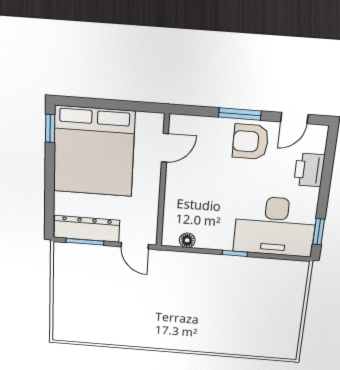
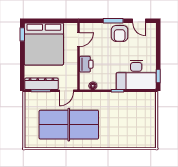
door: (294, 118) -> (139, 21), hinge flipped
armchair: (251, 142) -> (120, 33), turned -90
printer: (309, 170) -> (86, 64), moved, turned 180
door: (135, 246) -> (66, 91), hinge flipped
table tennis table: (136, 307) -> (69, 125), added

